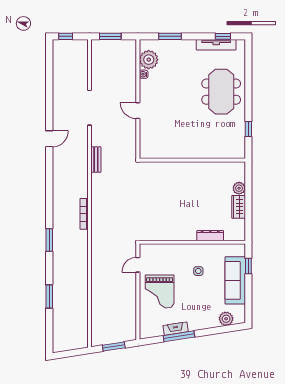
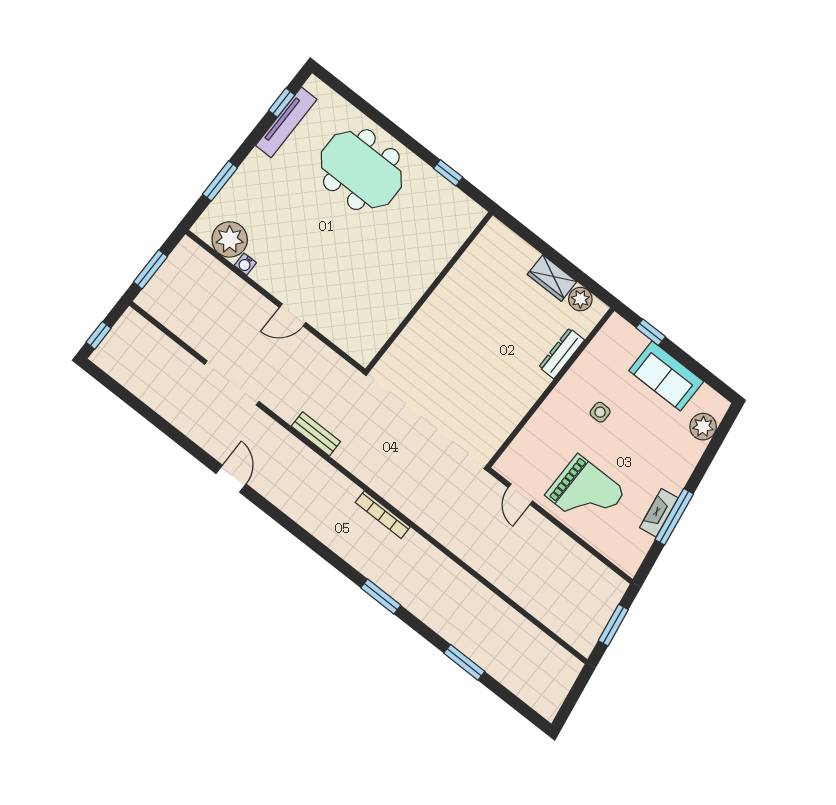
plant: (239, 188) -> (580, 299), moved
sofa: (235, 280) -> (666, 376), width x0.73

